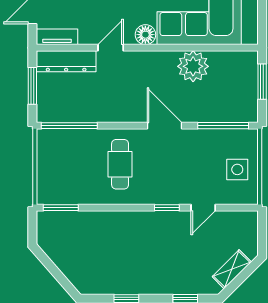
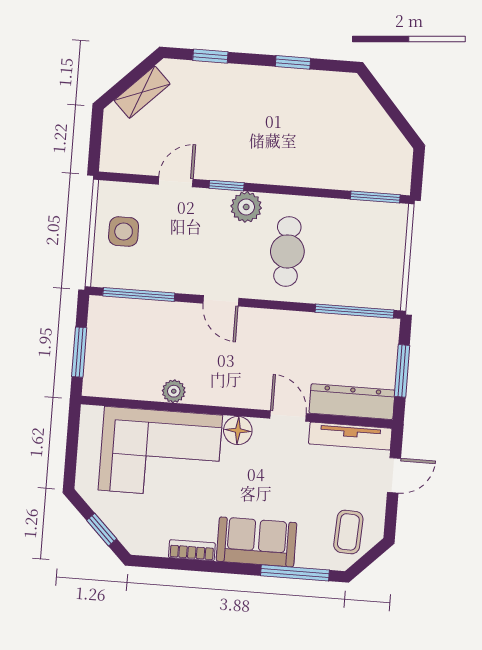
tv unit: (57, 37) -> (350, 436), width x1.41
door: (111, 48) -> (288, 416), swing flipped
plant: (193, 66) -> (174, 391), width x0.53, depth x0.53
door: (165, 126) -> (221, 301), width x0.73
plant: (152, 194) -> (246, 207), added

